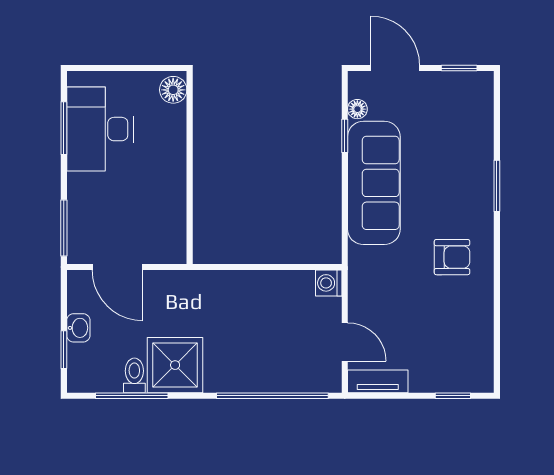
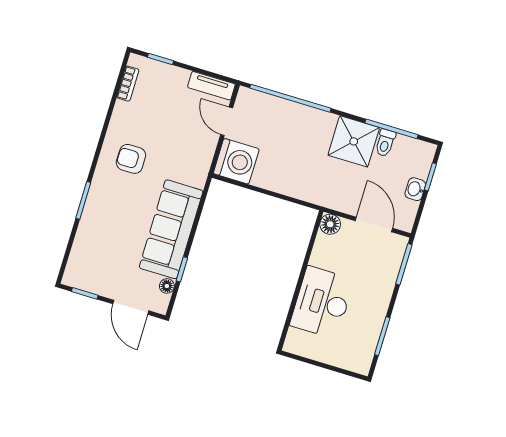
floor lamp: (173, 90) -> (330, 224), moved
desk: (100, 129) -> (322, 302), moved, turned 180
washing machine: (329, 283) -> (236, 161), width x1.89, depth x1.89
bookcase: (485, 352) -> (128, 84), added

